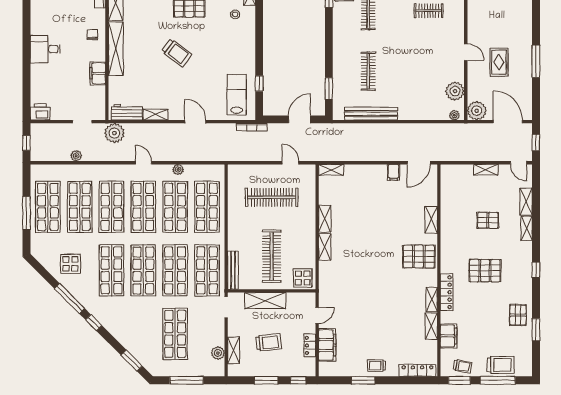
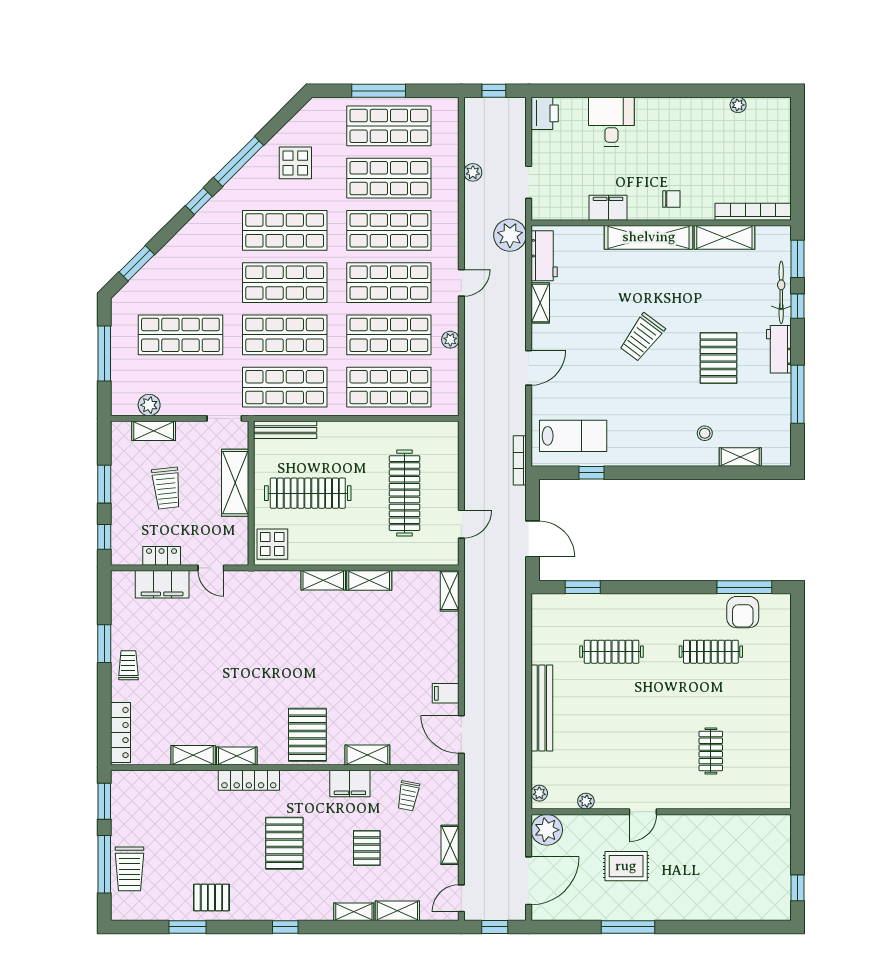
desk: (45, 49) -> (611, 122), moved
plant: (455, 91) -> (586, 801), width x0.53, depth x0.53
bench: (371, 114) -> (542, 708), moved
filing cabinet: (448, 336) -> (350, 783), moved
trolley: (463, 366) -> (408, 796), moved

